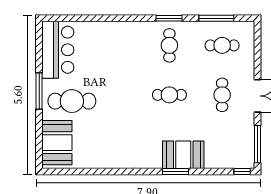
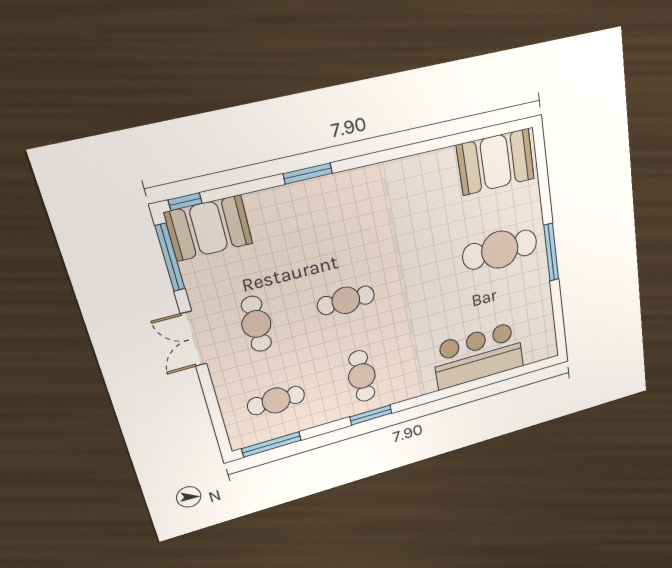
window: (216, 18) -> (271, 444), moved
bar counter: (58, 50) -> (478, 356), moved, turned 90
booth: (57, 143) -> (496, 162), moved, turned 90
booth: (183, 155) -> (209, 228), moved

